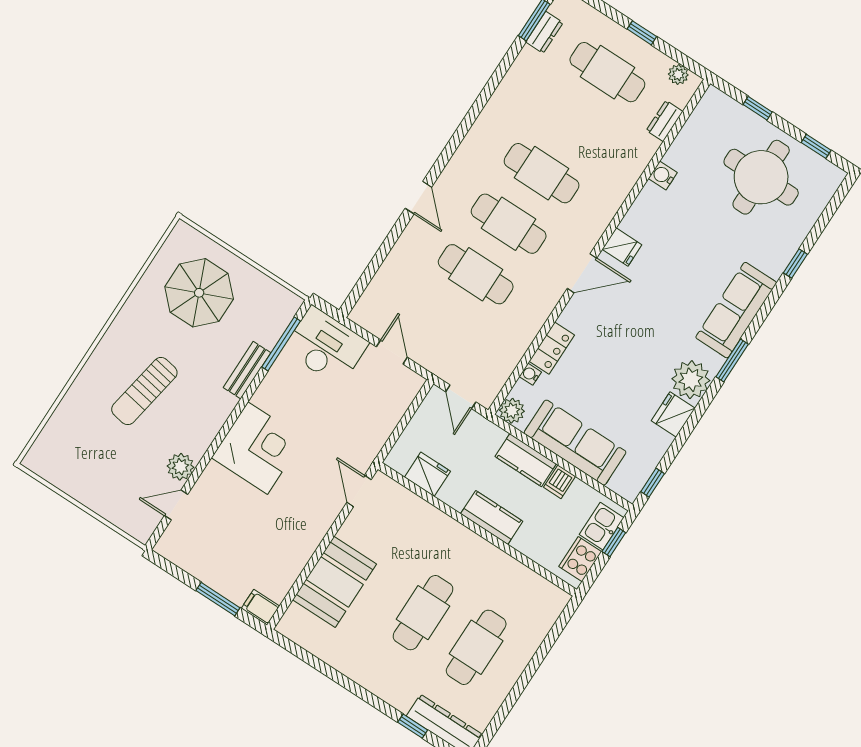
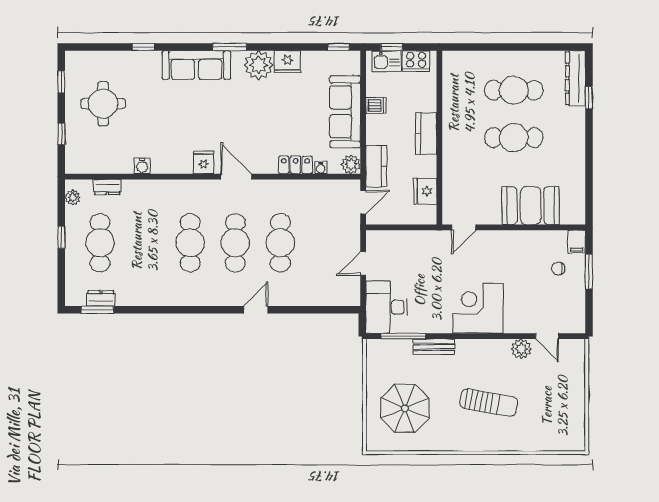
round table: (761, 177) -> (103, 104), width x0.73, depth x0.73
kitchen counter: (526, 460) -> (376, 166), moved
chair: (244, 567) -> (558, 268), added

